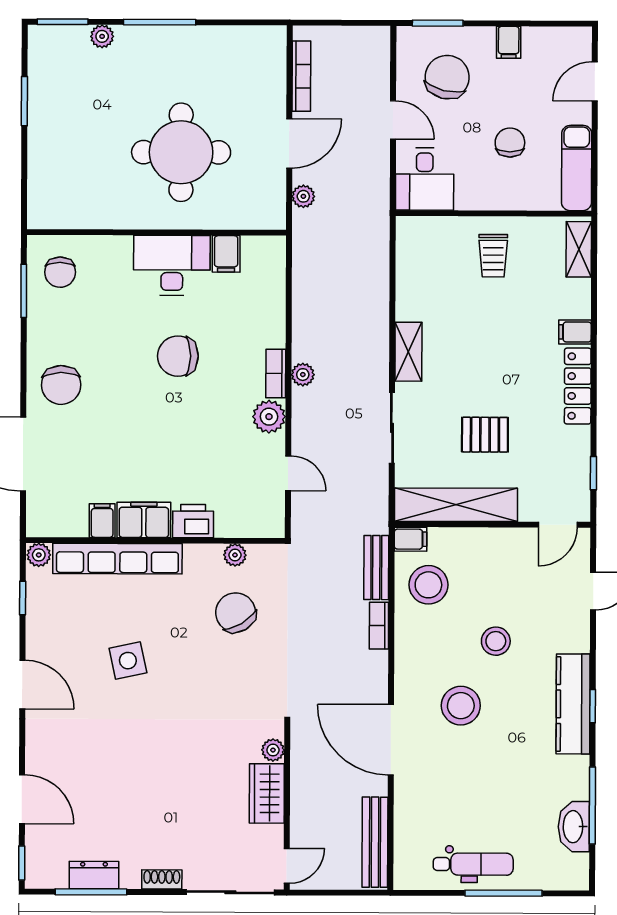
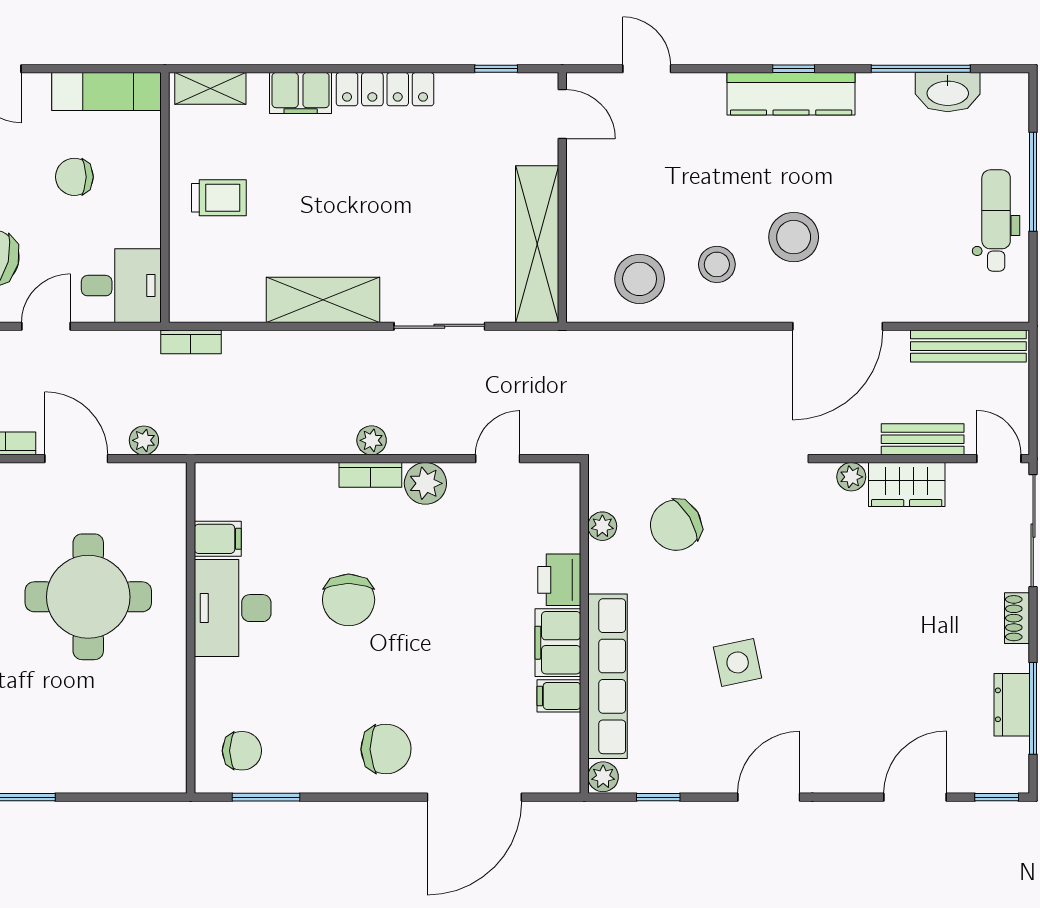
filing cabinet: (575, 332) -> (301, 93), width x2.00
shelving: (408, 352) -> (323, 300), width x1.50, depth x1.33
pallet: (485, 435) -> (448, 207), removed
filing cabinet: (411, 539) -> (581, 302), removed
bench: (376, 568) -> (923, 439), moved
bookcase: (379, 626) -> (191, 342), moved
stool: (496, 641) -> (717, 264), moved

